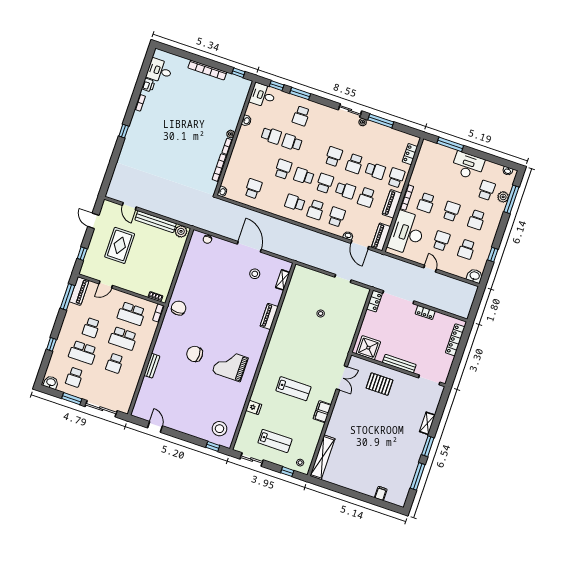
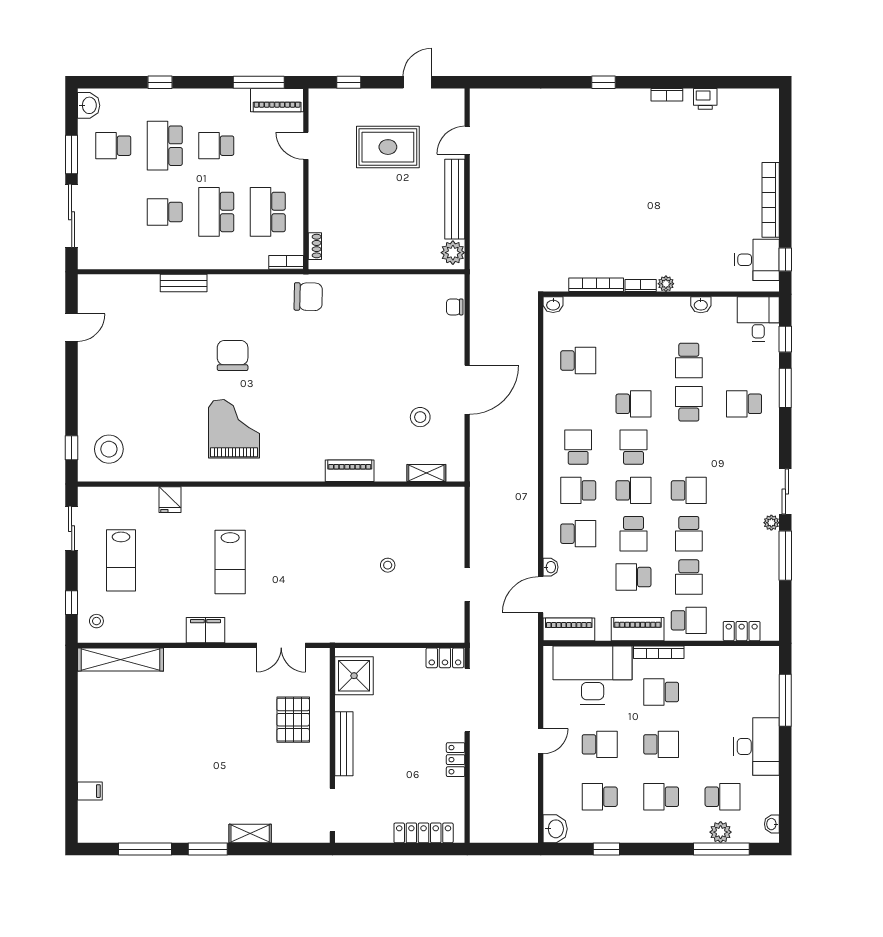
desk: (159, 71) -> (757, 260), moved, turned 90
school desk: (355, 164) -> (689, 534), turned -90

